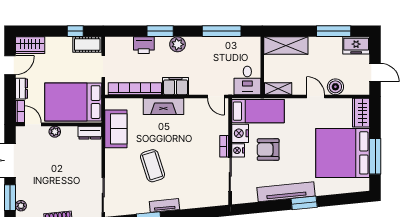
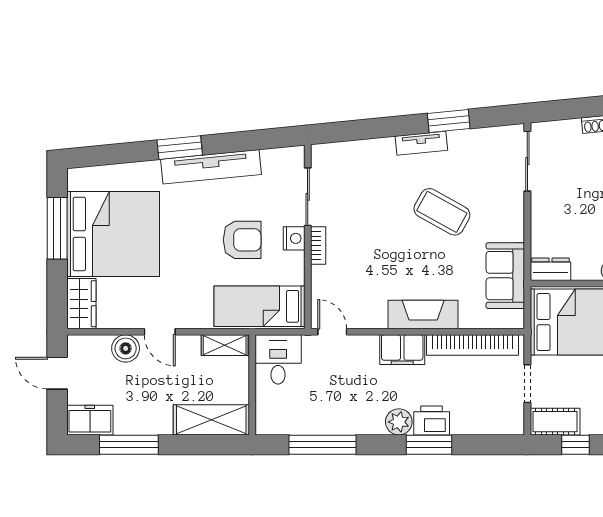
printer: (144, 45) -> (432, 420), moved
nightstand: (240, 133) -> (290, 268), removed
coffee table: (153, 166) -> (442, 212), turned -43

